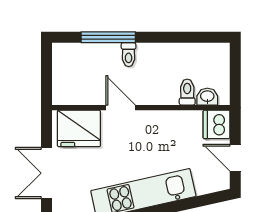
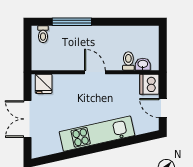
toilet: (129, 55) -> (43, 34), moved
door: (121, 108) -> (95, 72), moved
fridge: (79, 128) -> (44, 84), width x0.53, depth x0.75

